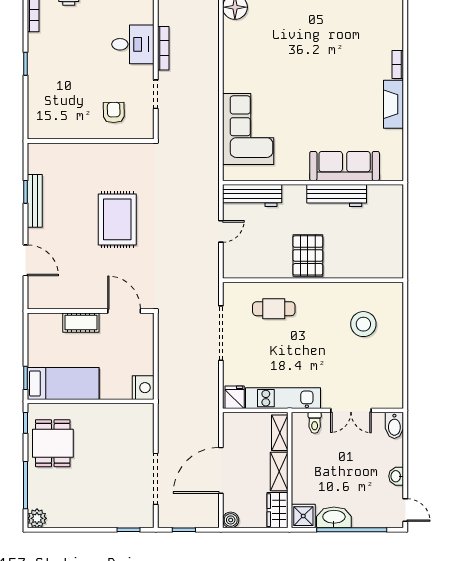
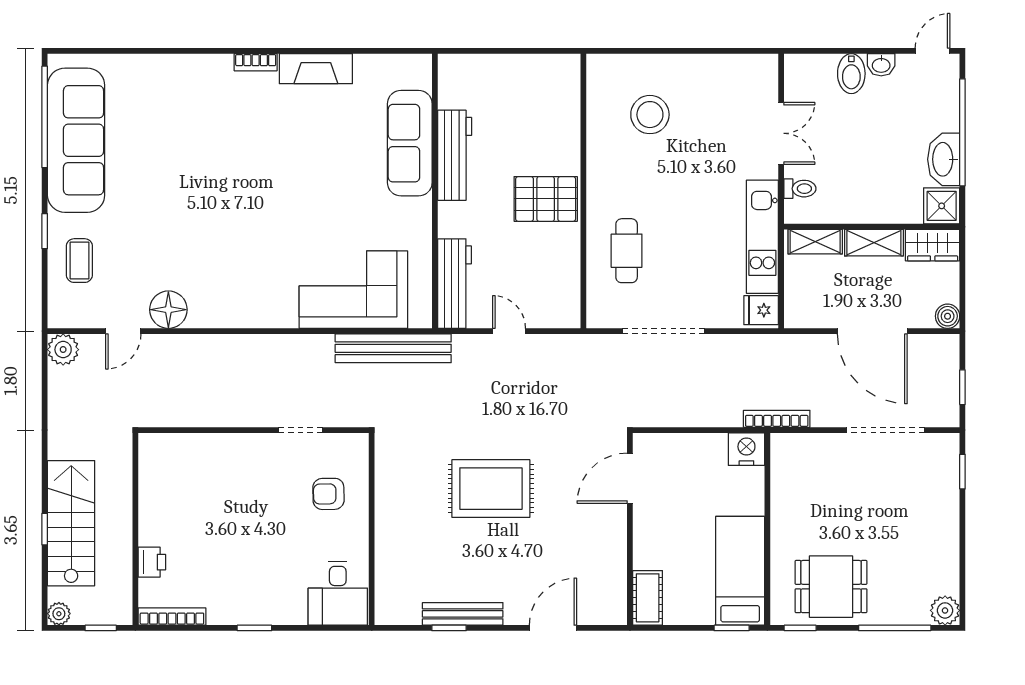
desk: (133, 44) -> (338, 593), moved, turned 180
bookcase: (163, 48) -> (777, 419), moved
bench: (210, 155) -> (393, 348), added
cot: (81, 323) -> (648, 598), moved
bidet: (394, 425) -> (851, 74), moved, turned 90

